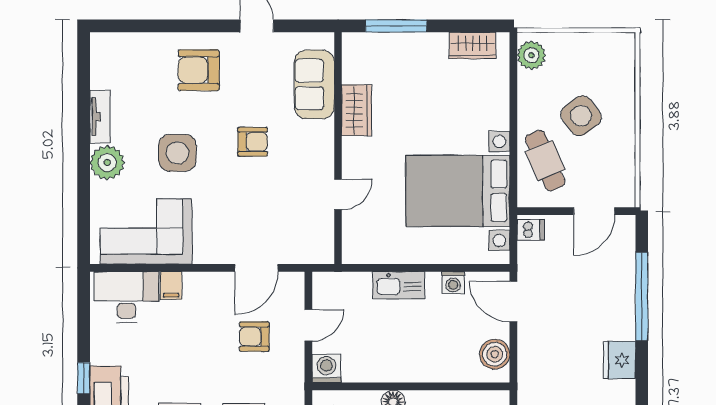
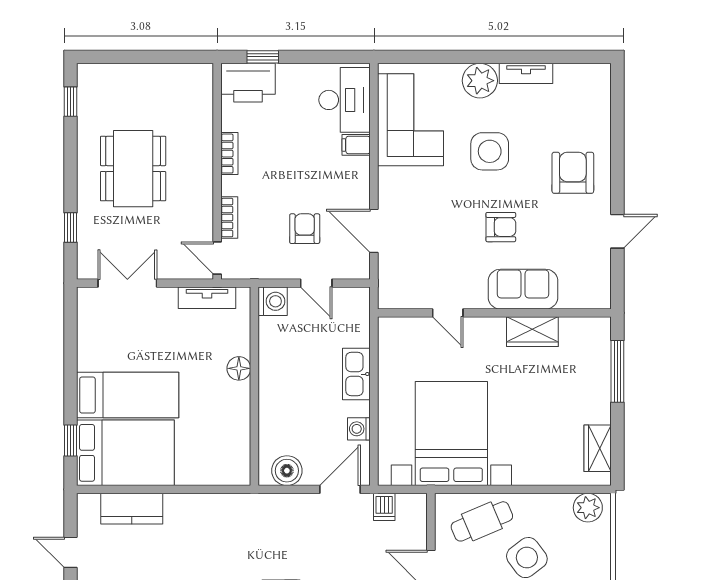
sofa: (314, 84) -> (523, 289), moved
armchair: (253, 142) -> (501, 227), turned -90
dishwasher: (531, 230) -> (384, 507), moved

